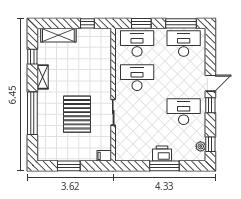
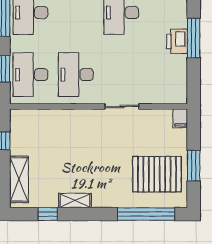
window: (32, 113) -> (146, 214), moved
pallet: (77, 114) -> (157, 174), moved

